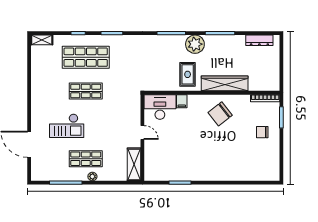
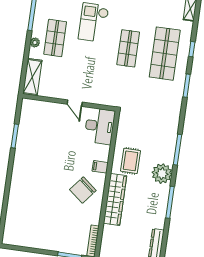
rug: (188, 74) -> (131, 161), turned 90
filing cabinet: (182, 101) -> (100, 167), moved
chair: (220, 114) -> (83, 190), turned -103
chair: (262, 132) -> (57, 233), removed
door: (142, 133) -> (75, 103), hinge flipped
shelving: (134, 164) -> (32, 77), moved, turned 90

